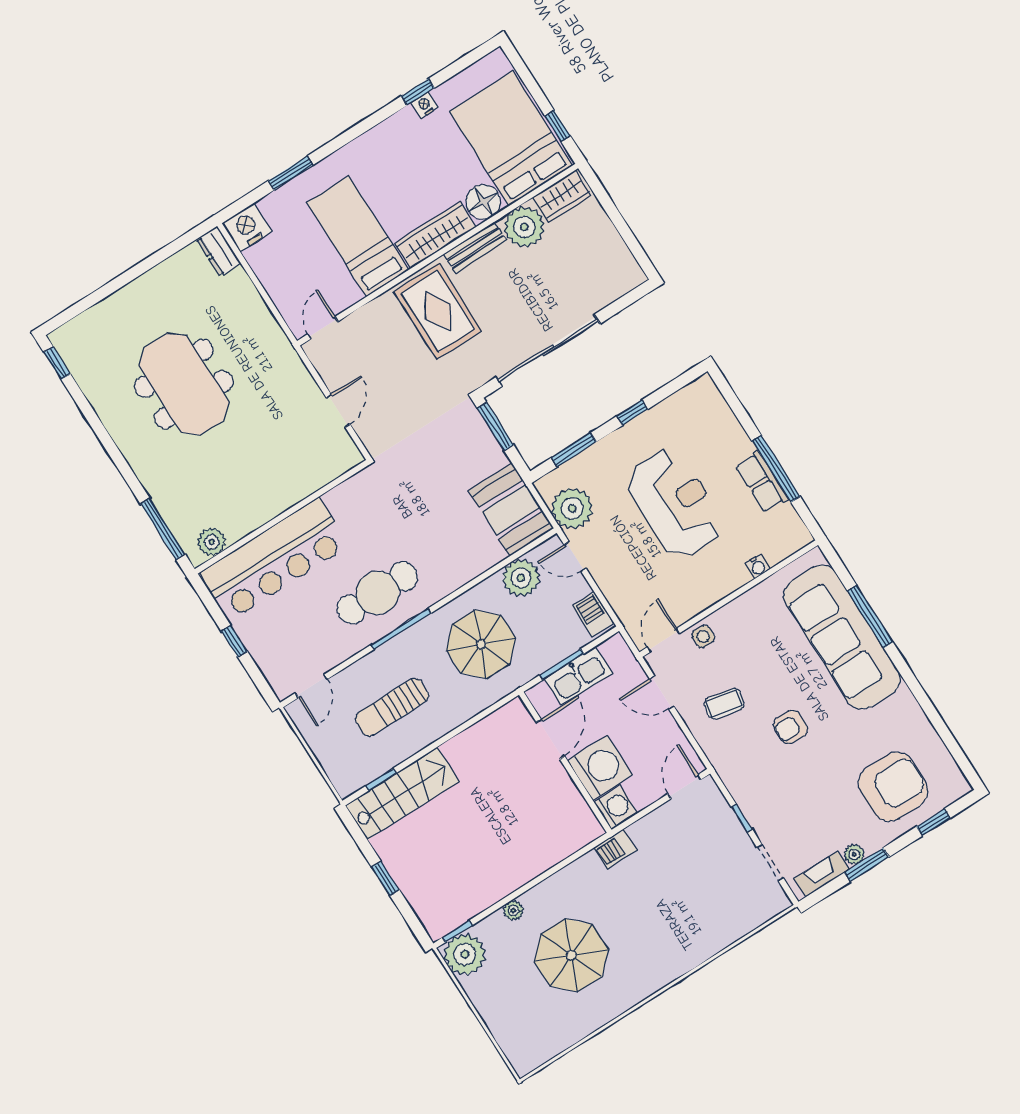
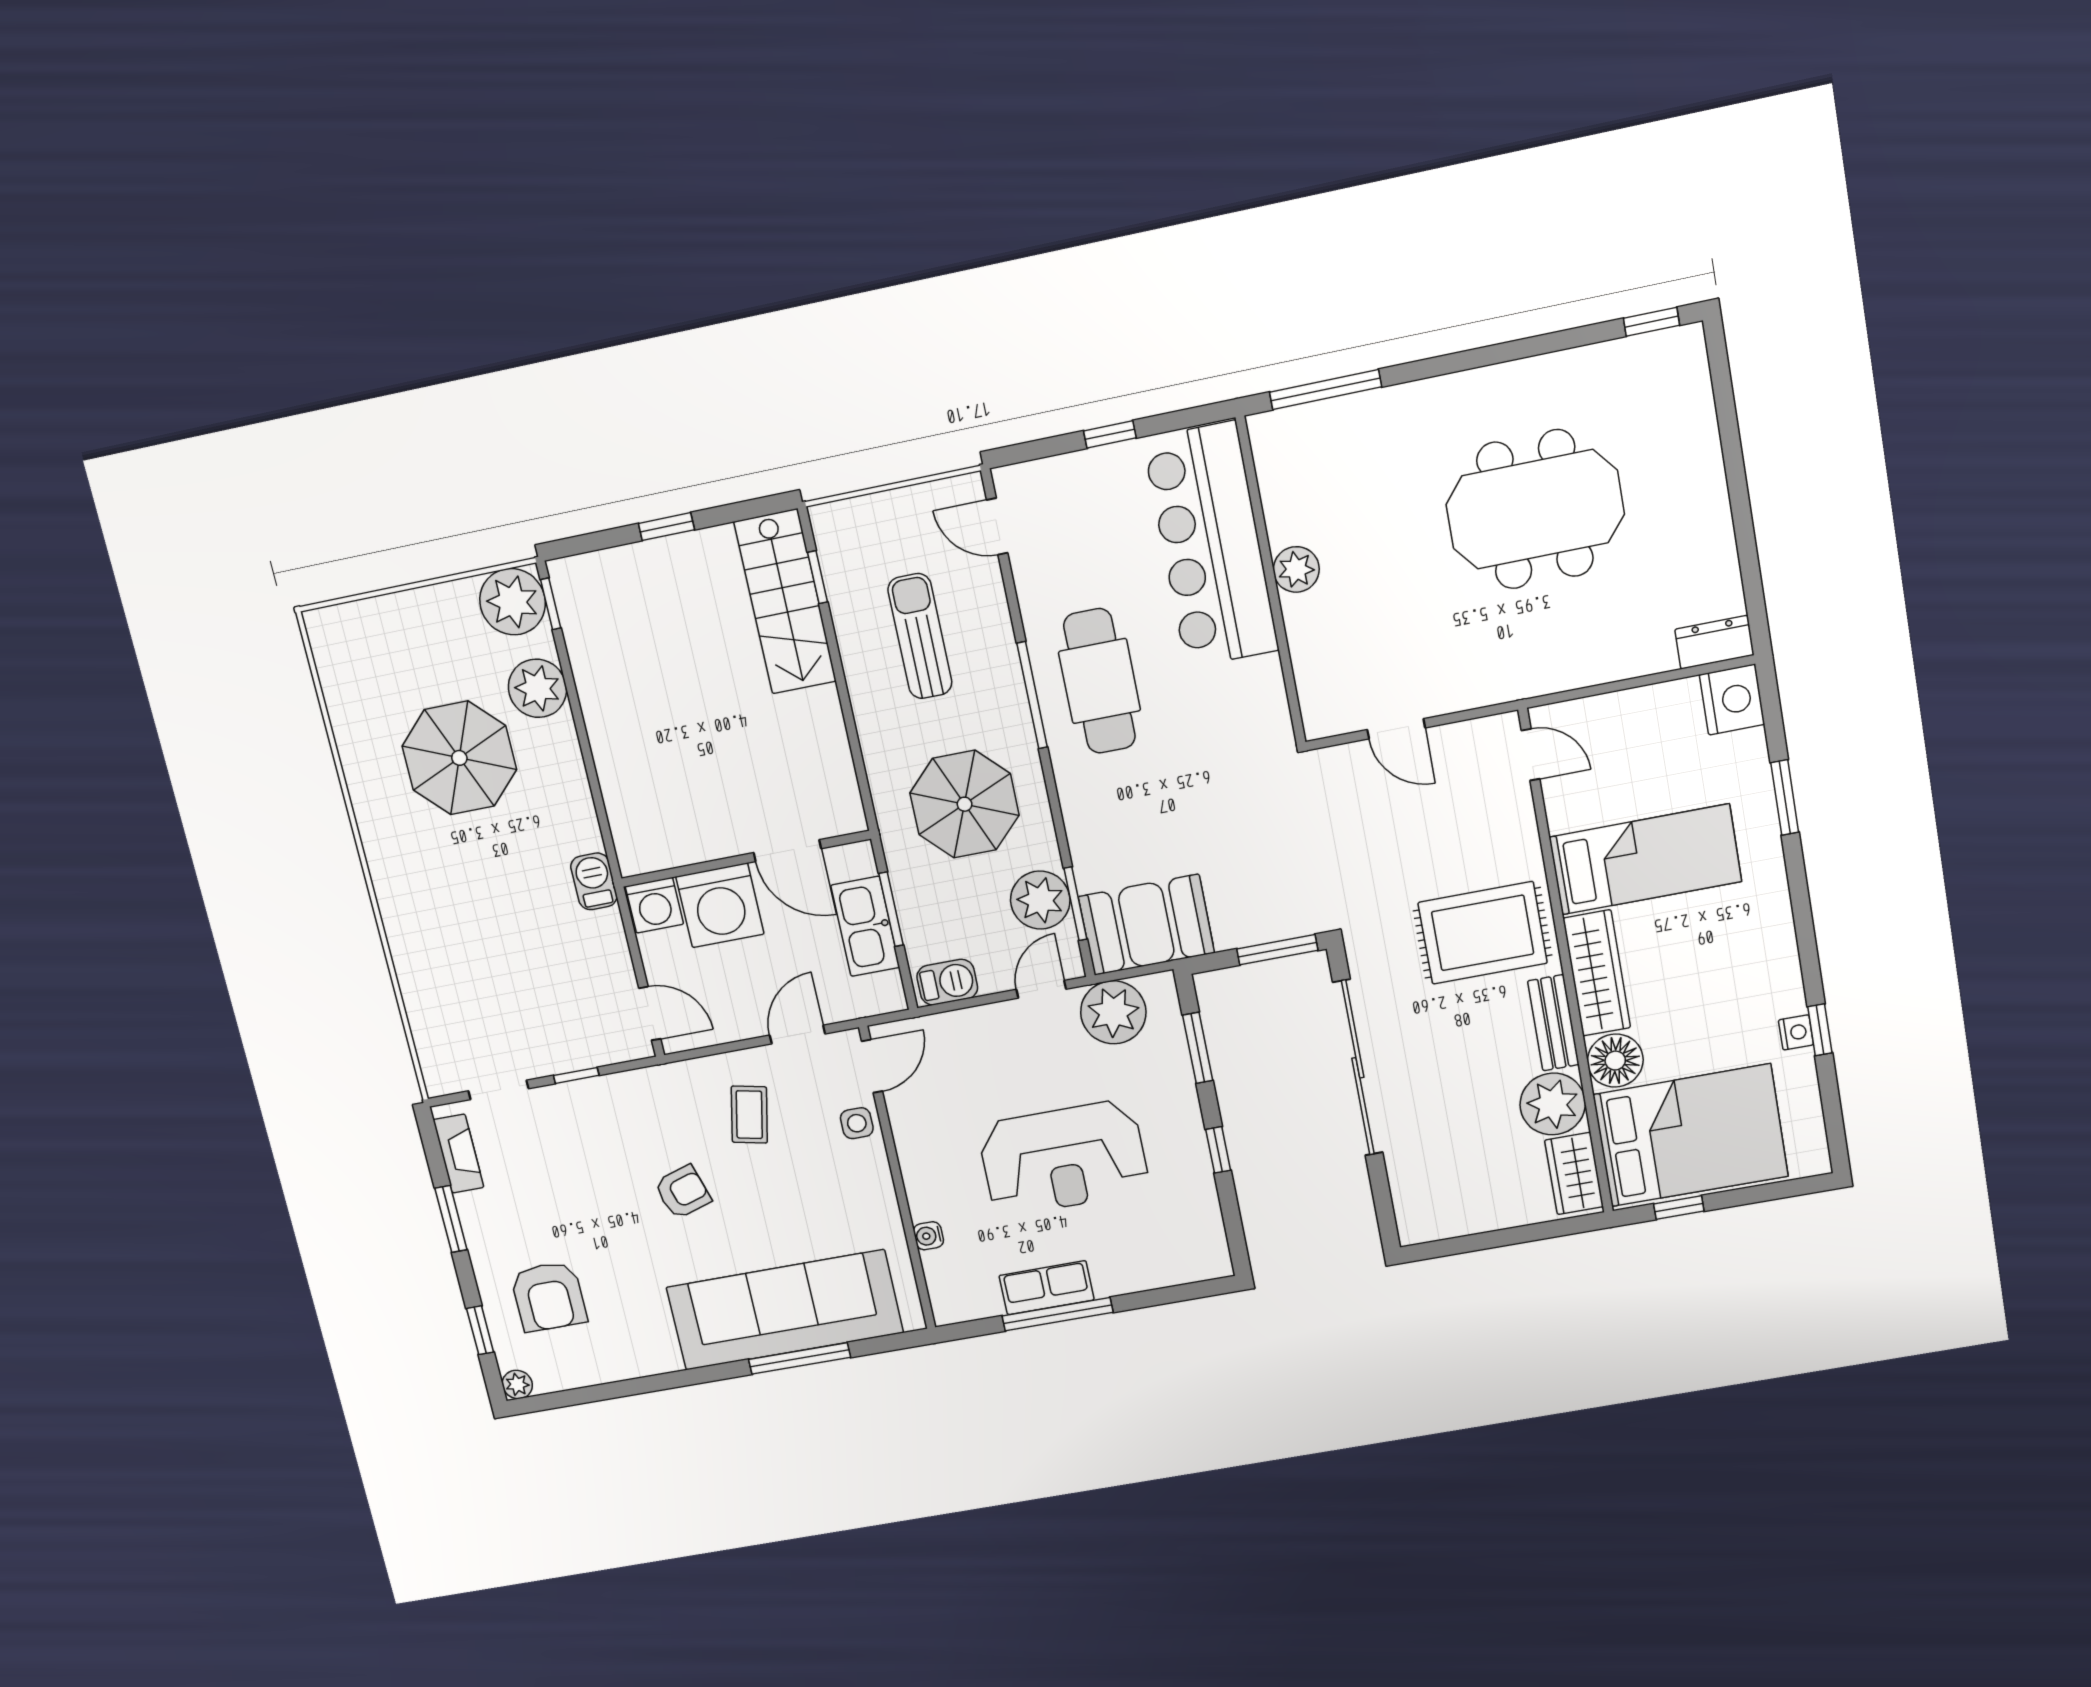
plant: (212, 542) -> (1296, 569), moved
window: (515, 556) -> (1075, 904), added
door: (664, 640) -> (872, 1066), hinge flipped
armchair: (790, 727) -> (683, 1192), turned 73
armchair: (893, 787) -> (549, 1297), width x0.73, depth x0.73
plant: (854, 854) -> (517, 1384), moved
plant: (513, 910) -> (537, 688), width x1.87, depth x1.87

